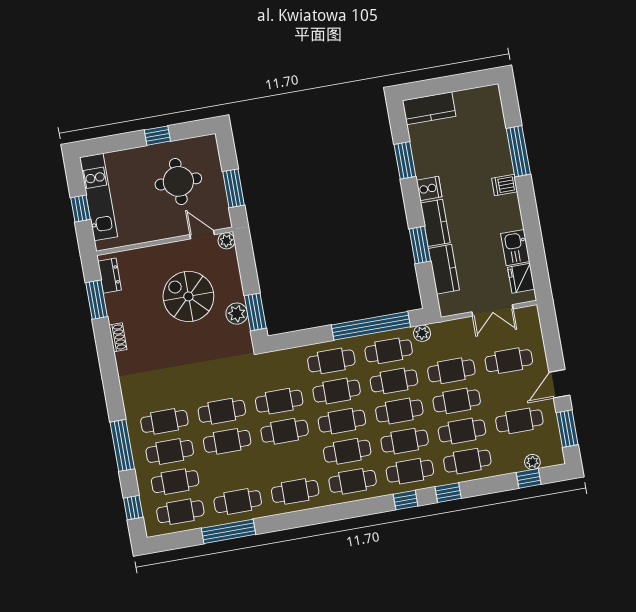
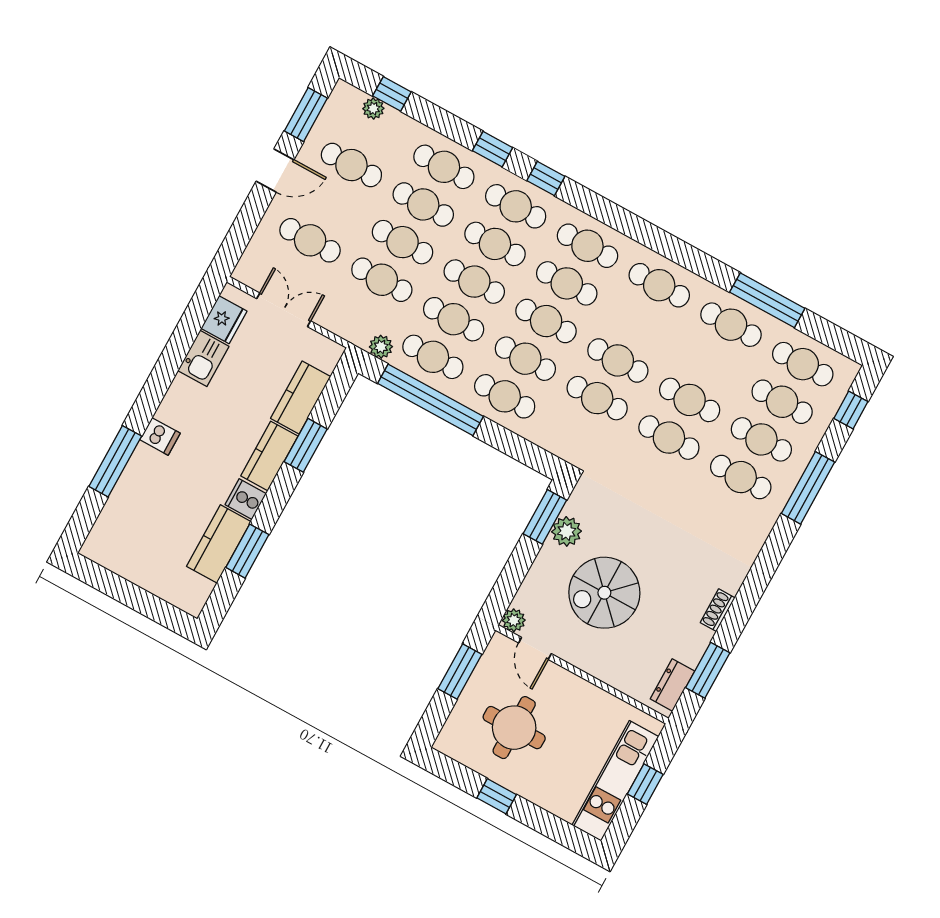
kitchen counter: (429, 108) -> (219, 544), moved, turned -90
spiral stairs: (188, 296) -> (604, 593), turned 90

